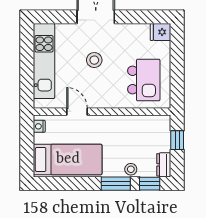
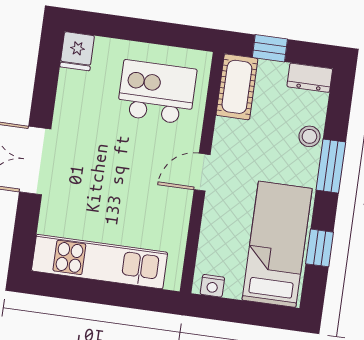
stool: (94, 60) -> (110, 174), removed
door: (77, 112) -> (202, 172), moved
cot: (153, 125) -> (237, 87), added
window: (150, 184) -> (320, 248), moved

